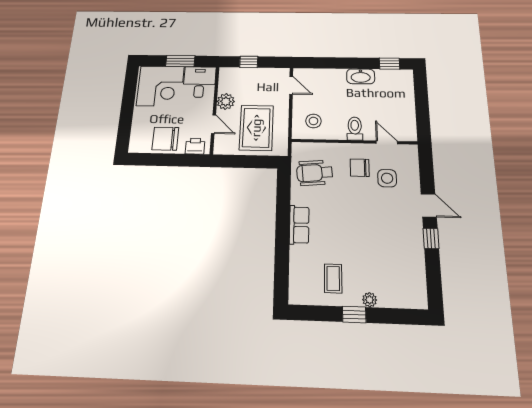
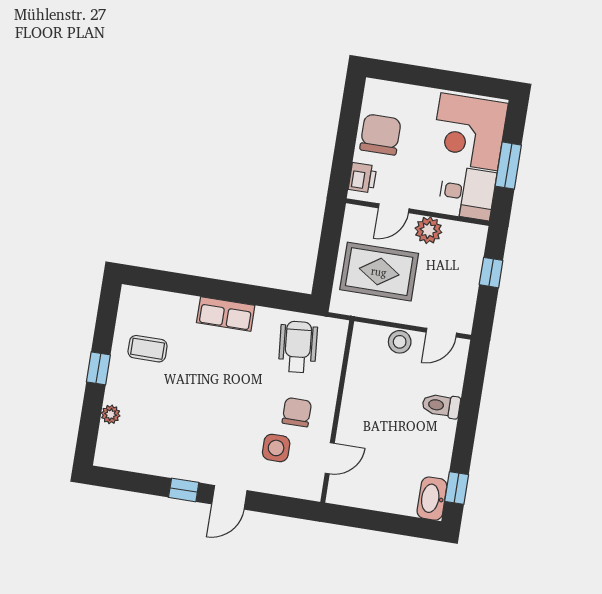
washbasin: (361, 76) -> (432, 499), moved
stool: (313, 121) -> (400, 342), moved
toilet: (355, 129) -> (441, 406), moved, turned 180
plant: (370, 300) -> (111, 414), moved

